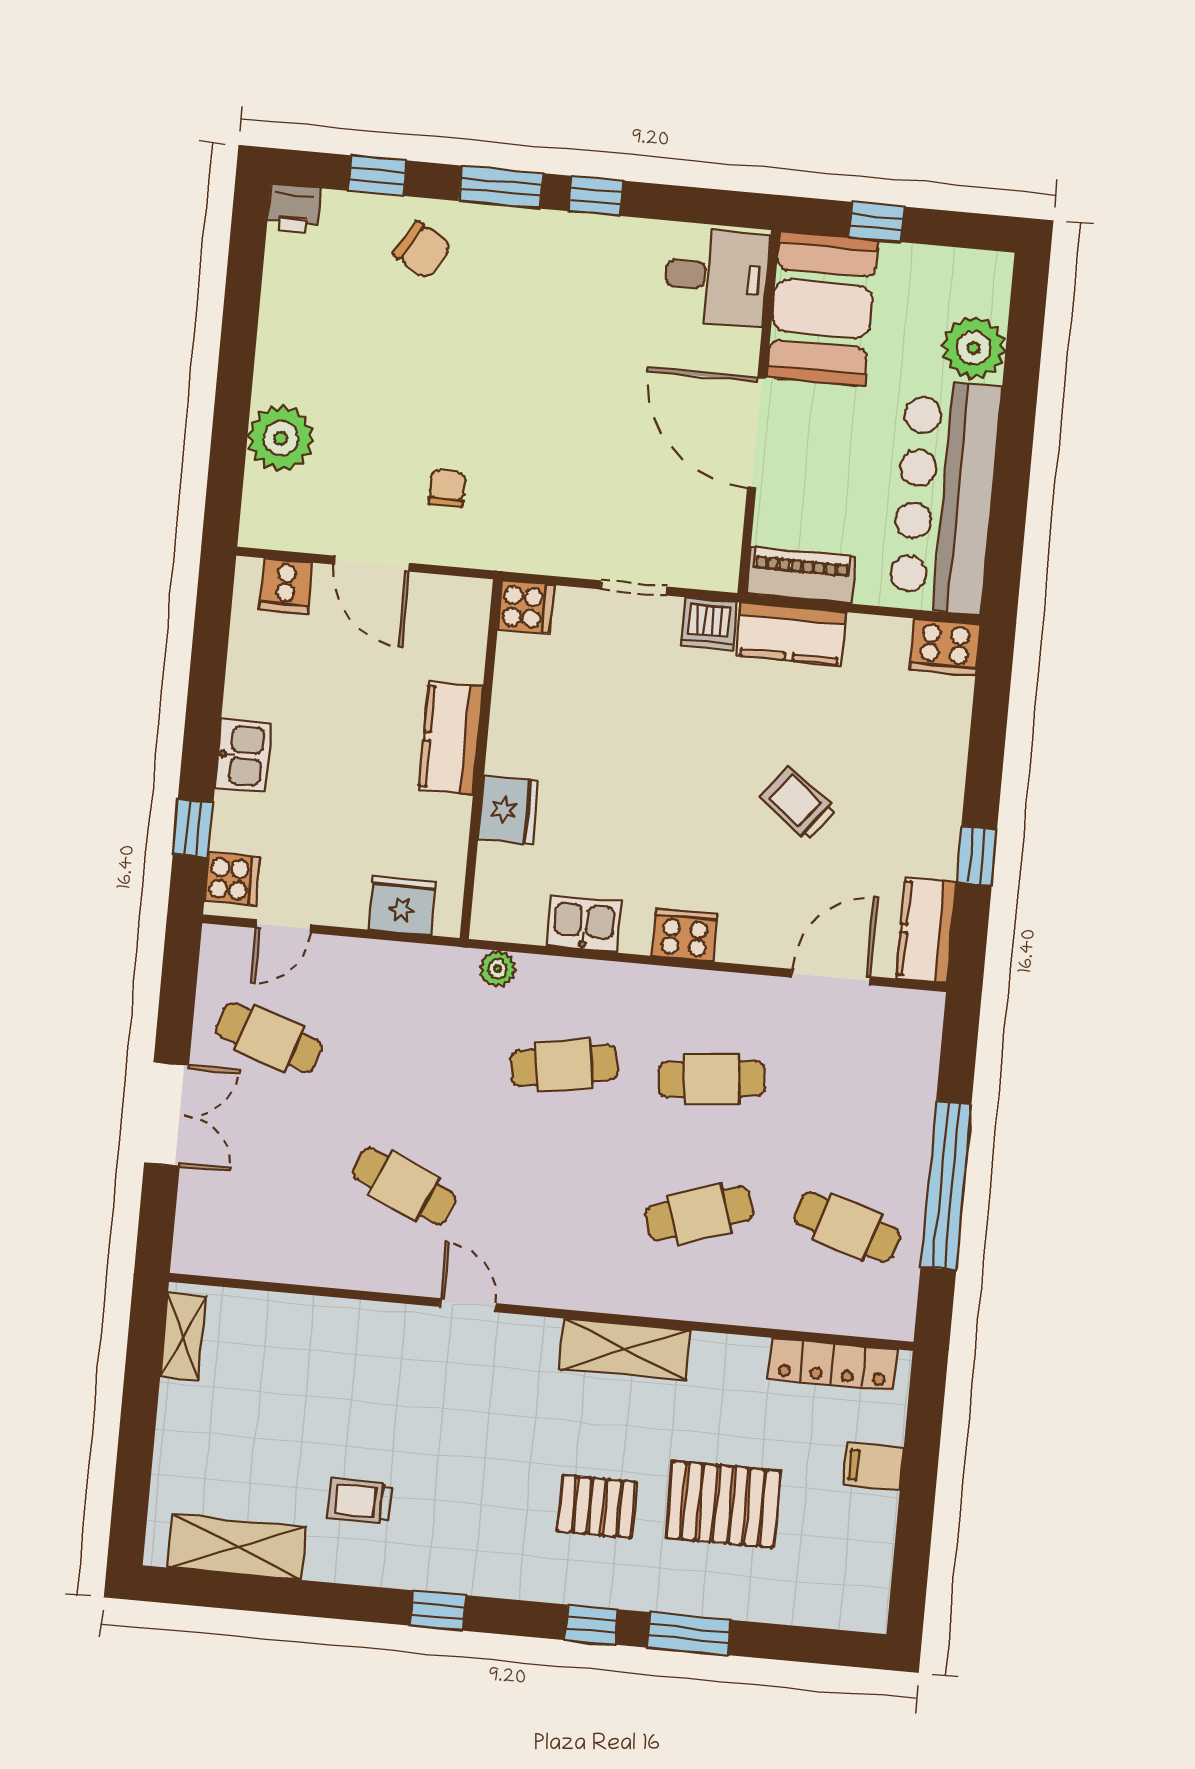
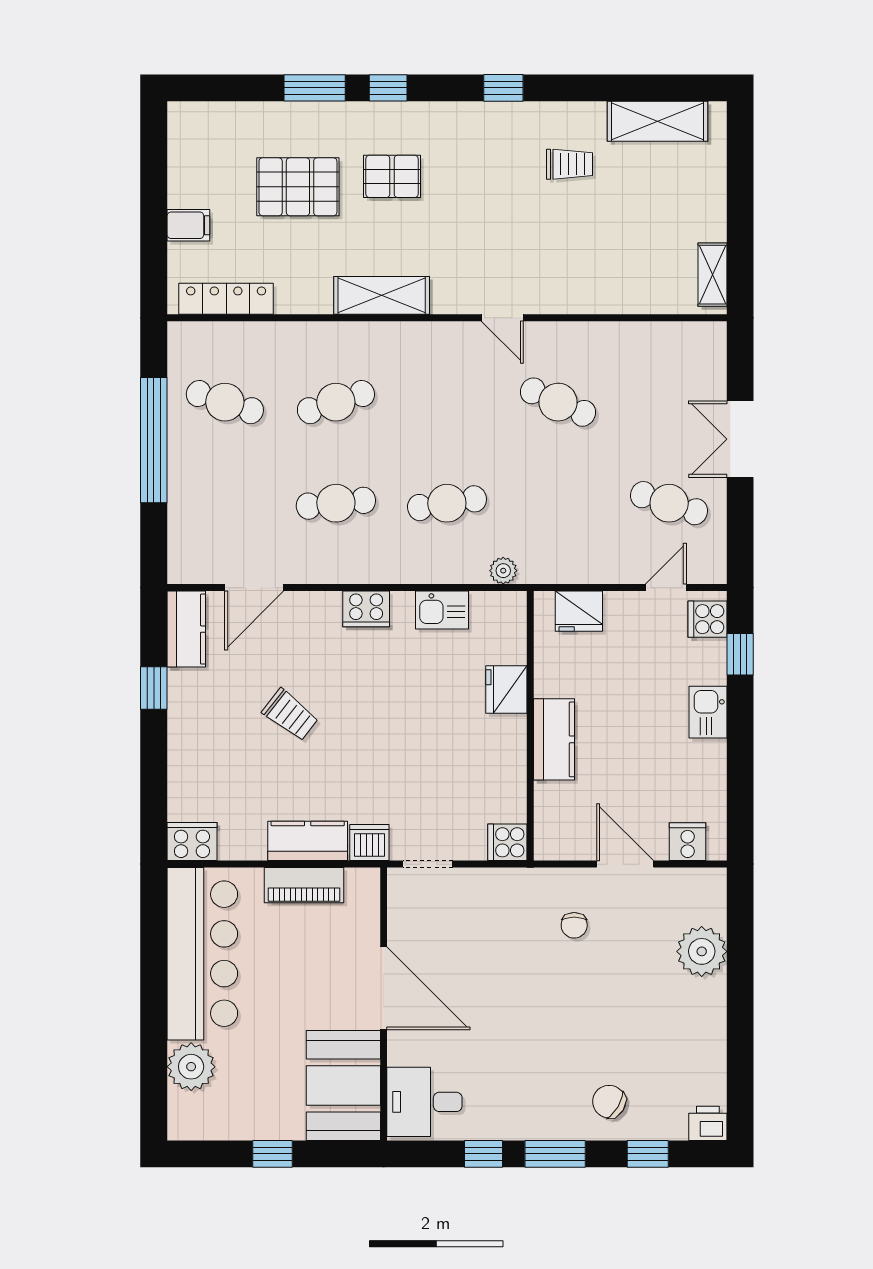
desk: (717, 277) -> (424, 1102), moved
booth: (822, 309) -> (343, 1086), moved
wall: (759, 412) -> (384, 1004), moved
door: (757, 433) -> (384, 988), moved

